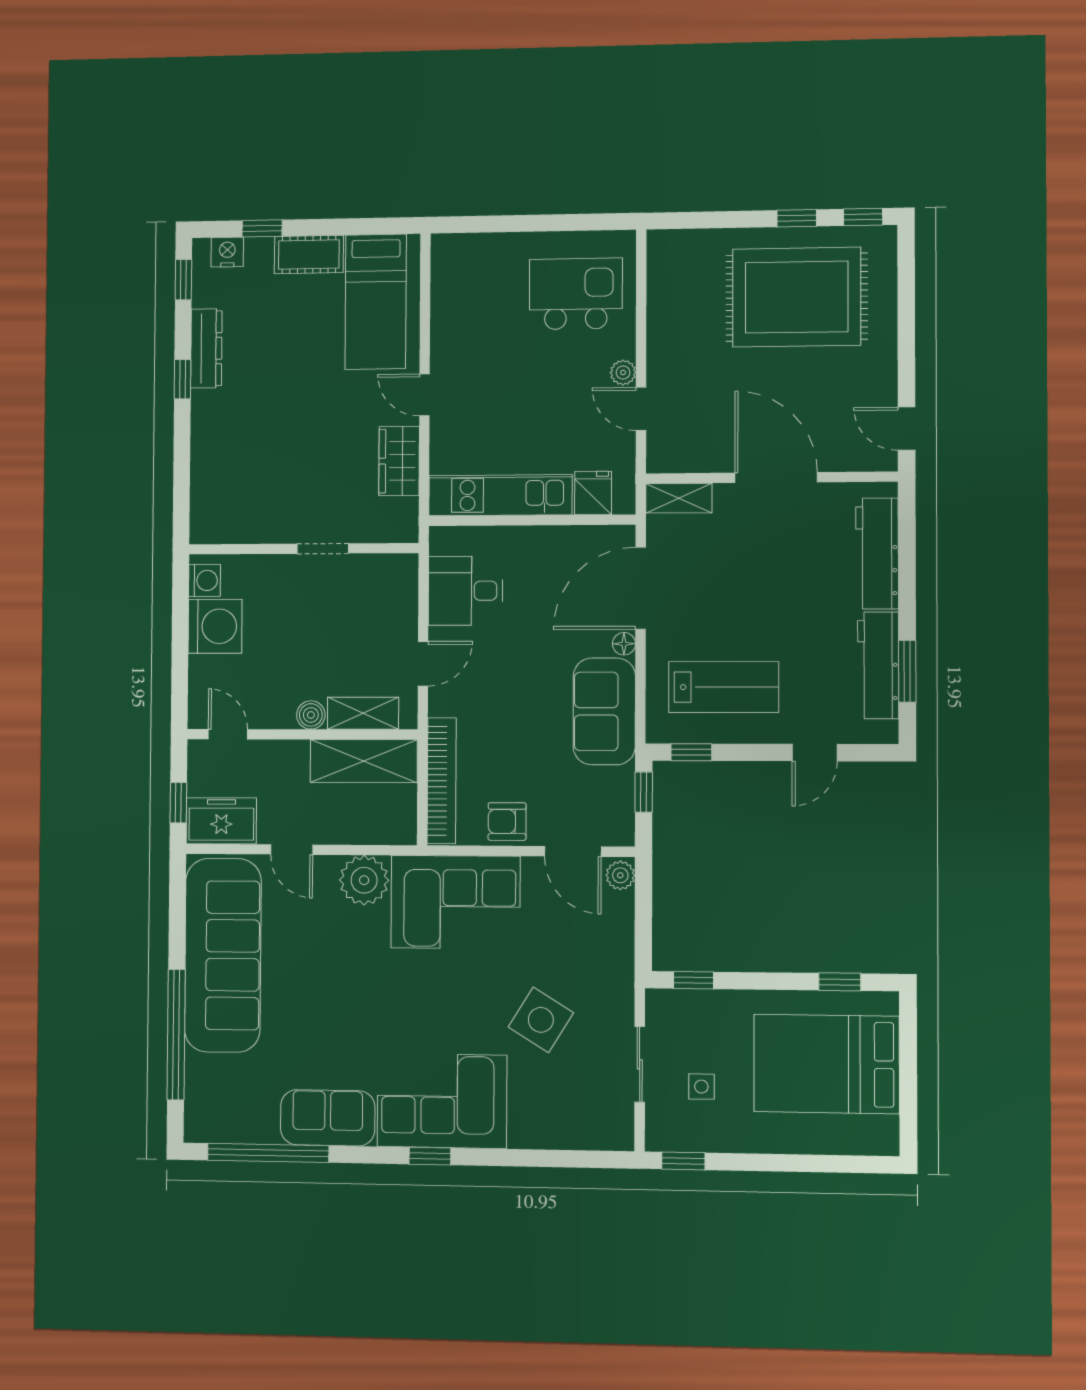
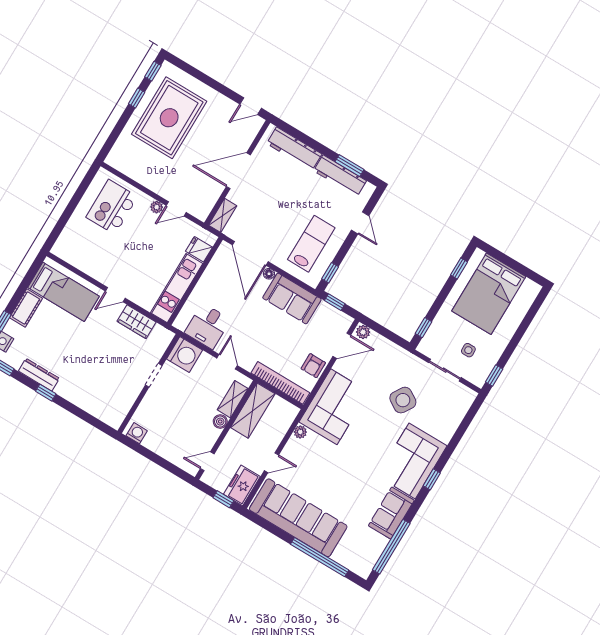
washing machine: (215, 626) -> (184, 355), moved, turned 90
plant: (364, 880) -> (300, 432), width x0.53, depth x0.53

